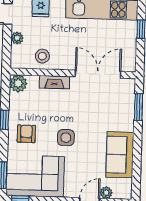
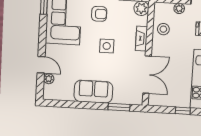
side table: (66, 138) -> (107, 46), moved
sofa: (120, 155) -> (93, 92), moved

